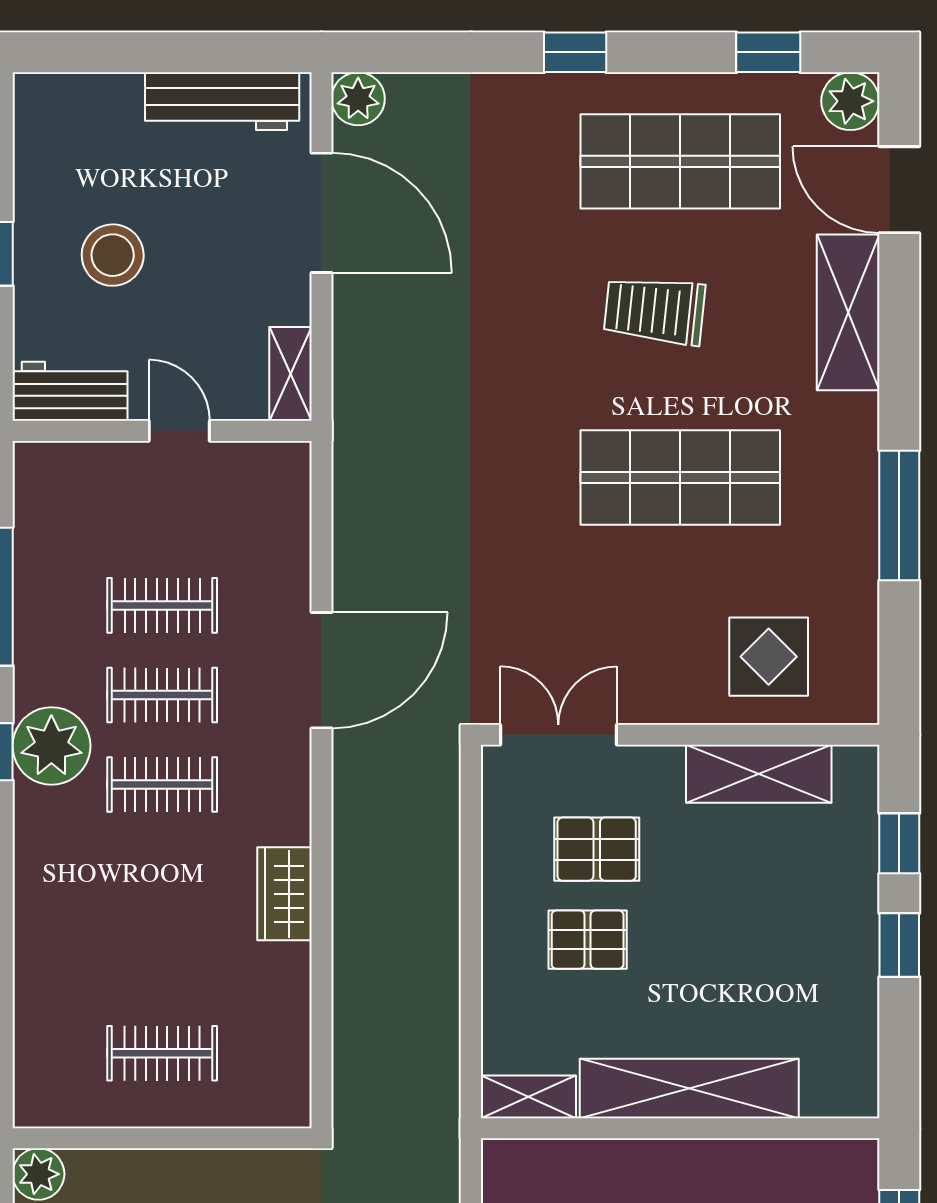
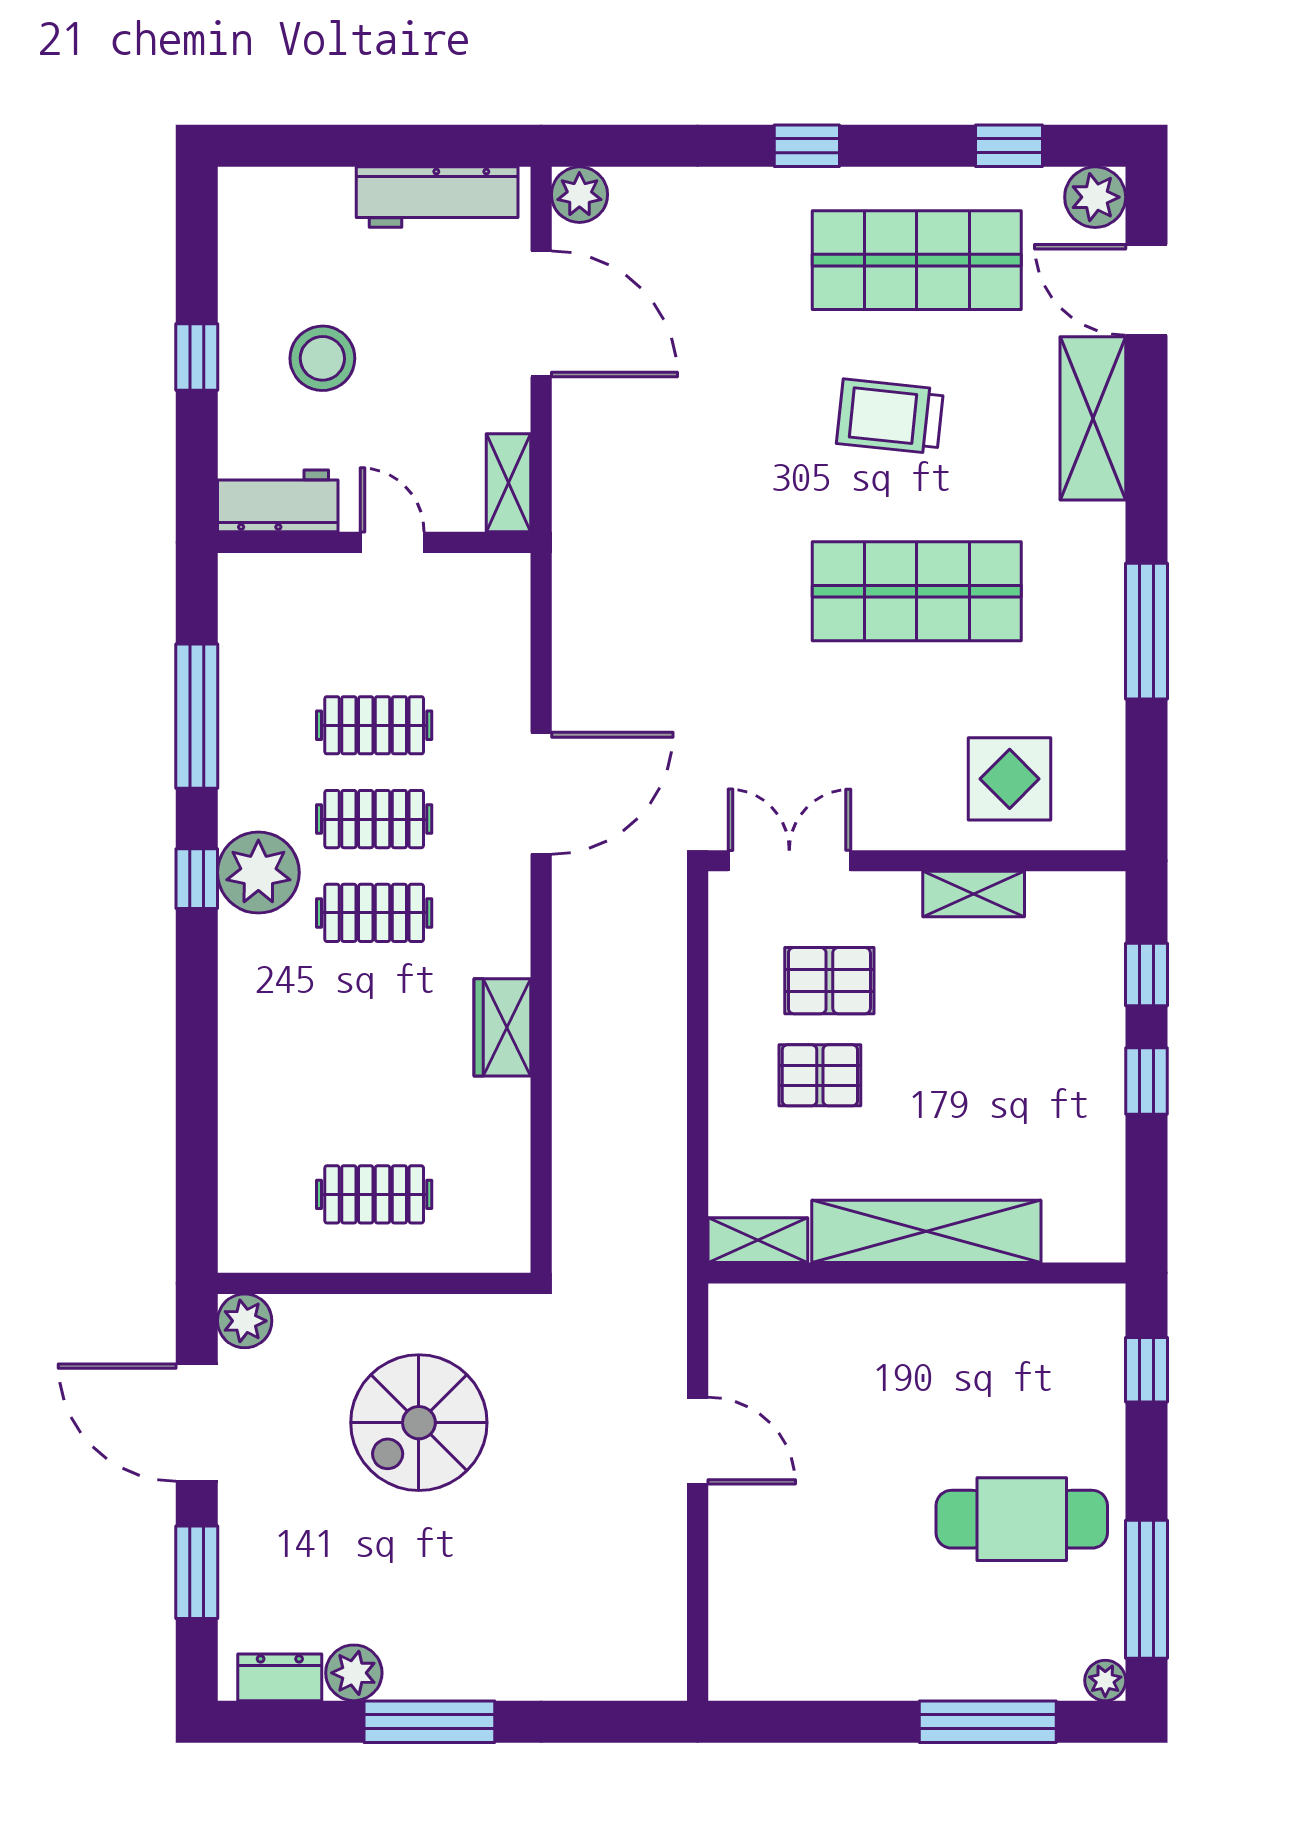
shelving: (759, 774) -> (974, 894), width x0.67, depth x0.75

